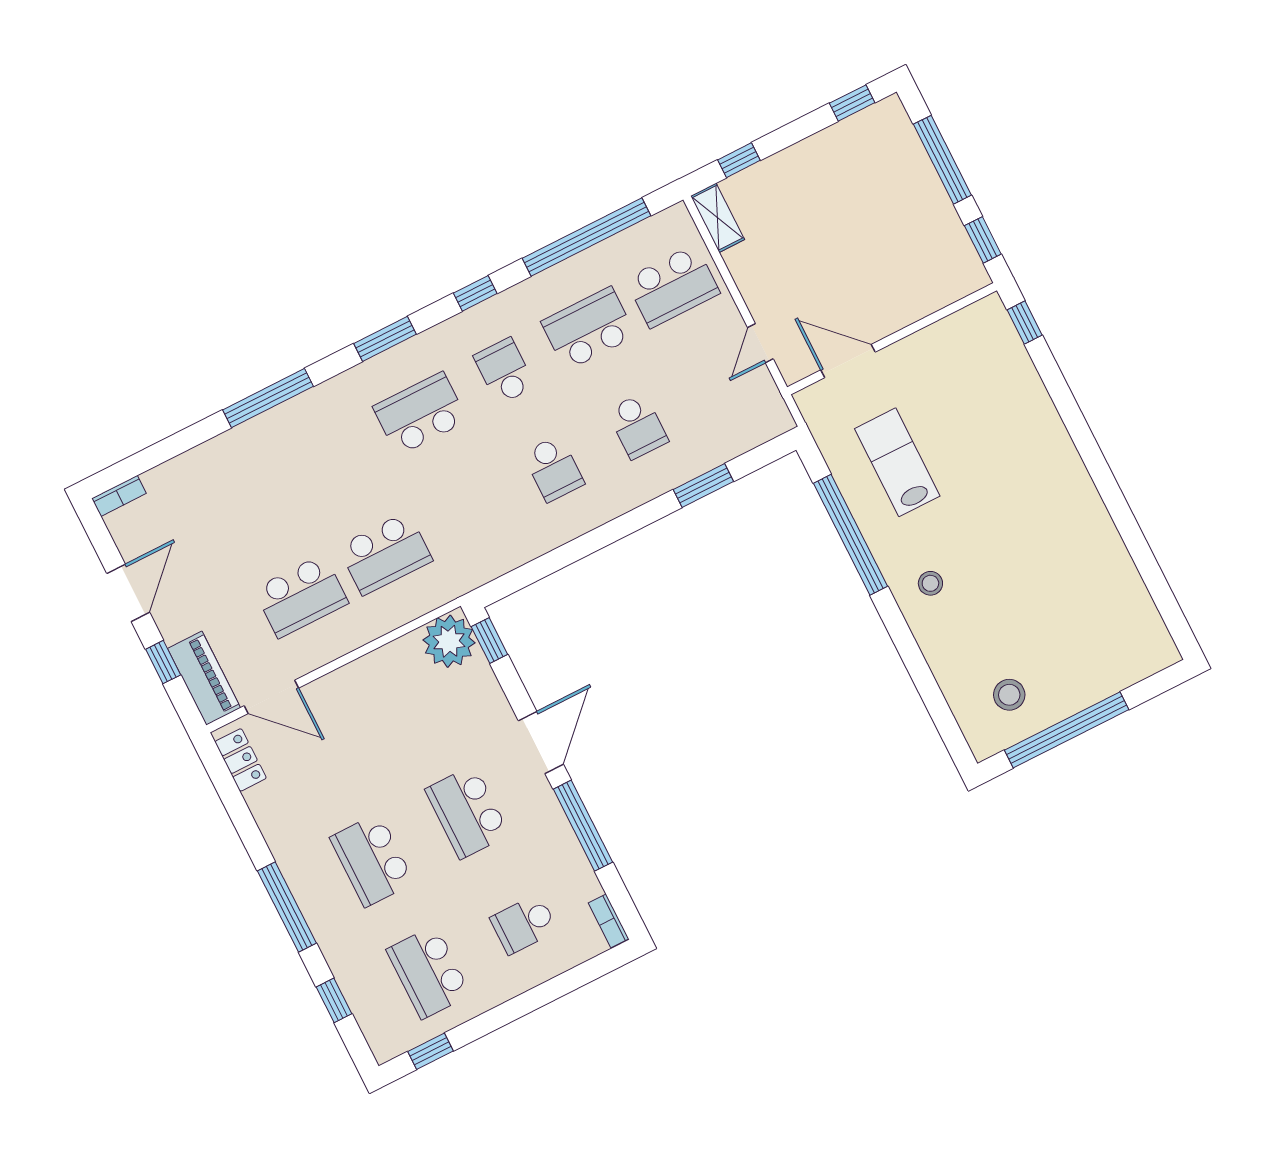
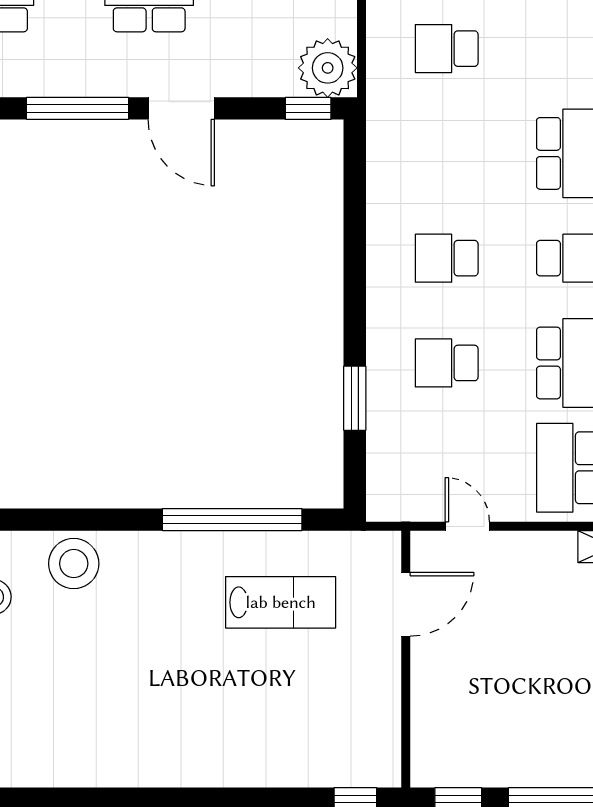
school desk: (385, 554) -> (447, 49), width x0.54
stool: (930, 583) -> (74, 564), moved, width x1.89, depth x1.89

